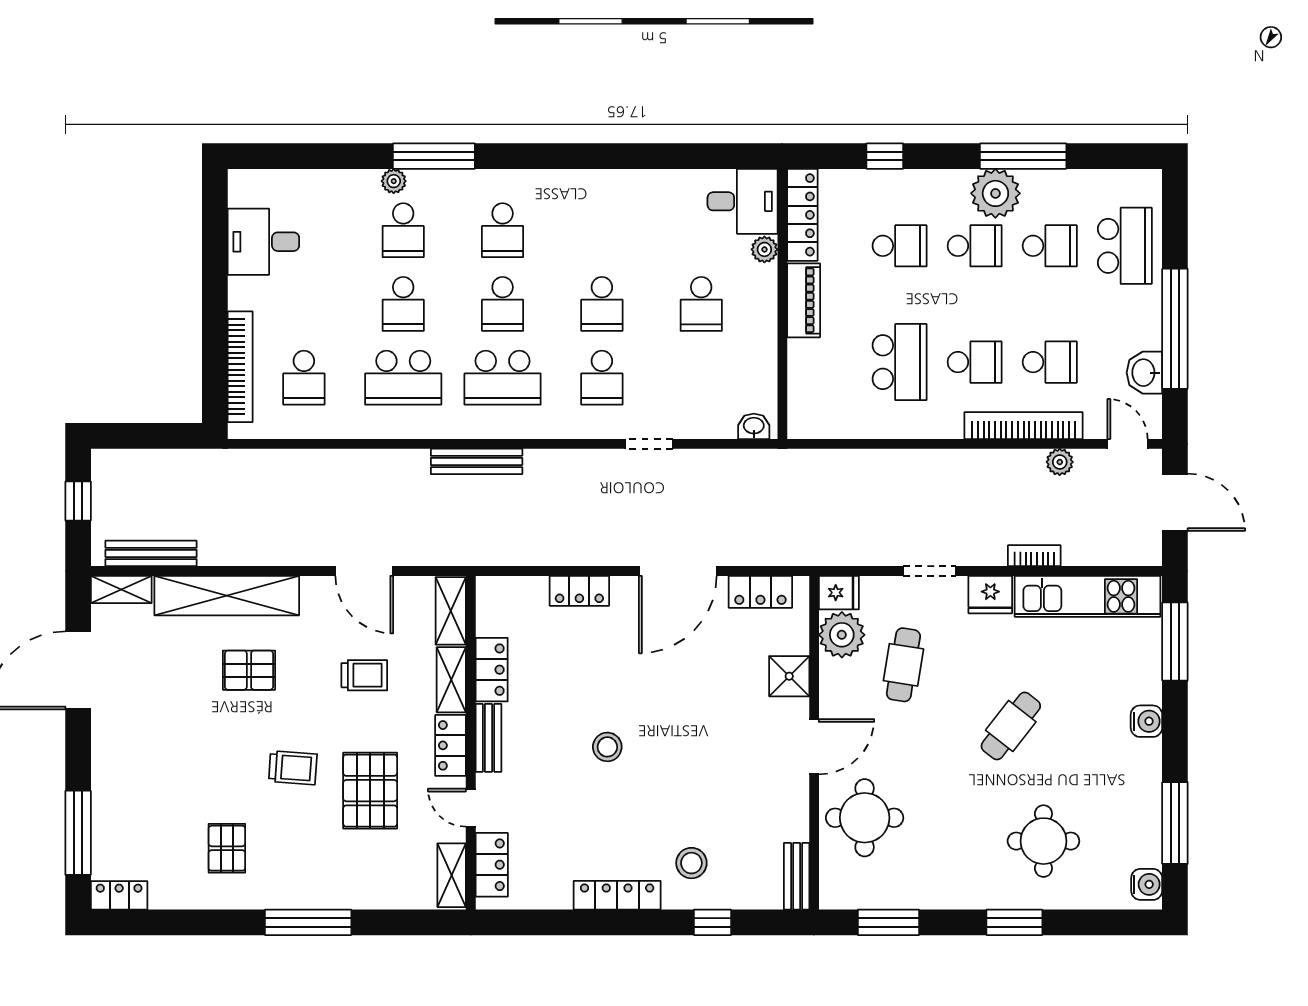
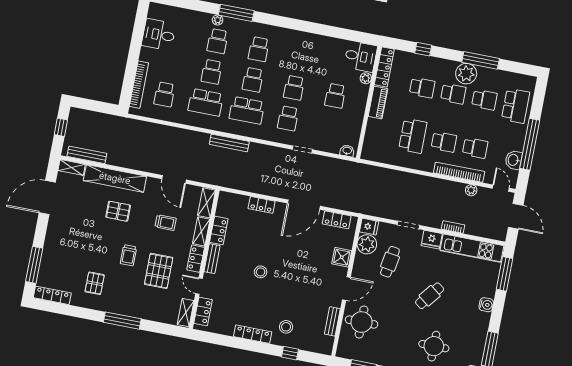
trolley: (293, 768) -> (128, 255), turned 86
bench: (797, 876) -> (332, 321), moved
locker: (119, 895) -> (52, 295), width x1.53

